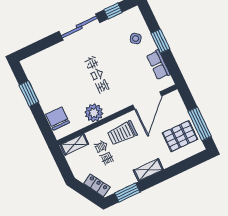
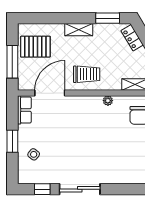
row of seats: (158, 65) -> (24, 110), moved
plant: (94, 113) -> (108, 101), width x0.53, depth x0.53
window: (200, 124) -> (12, 62), moved

